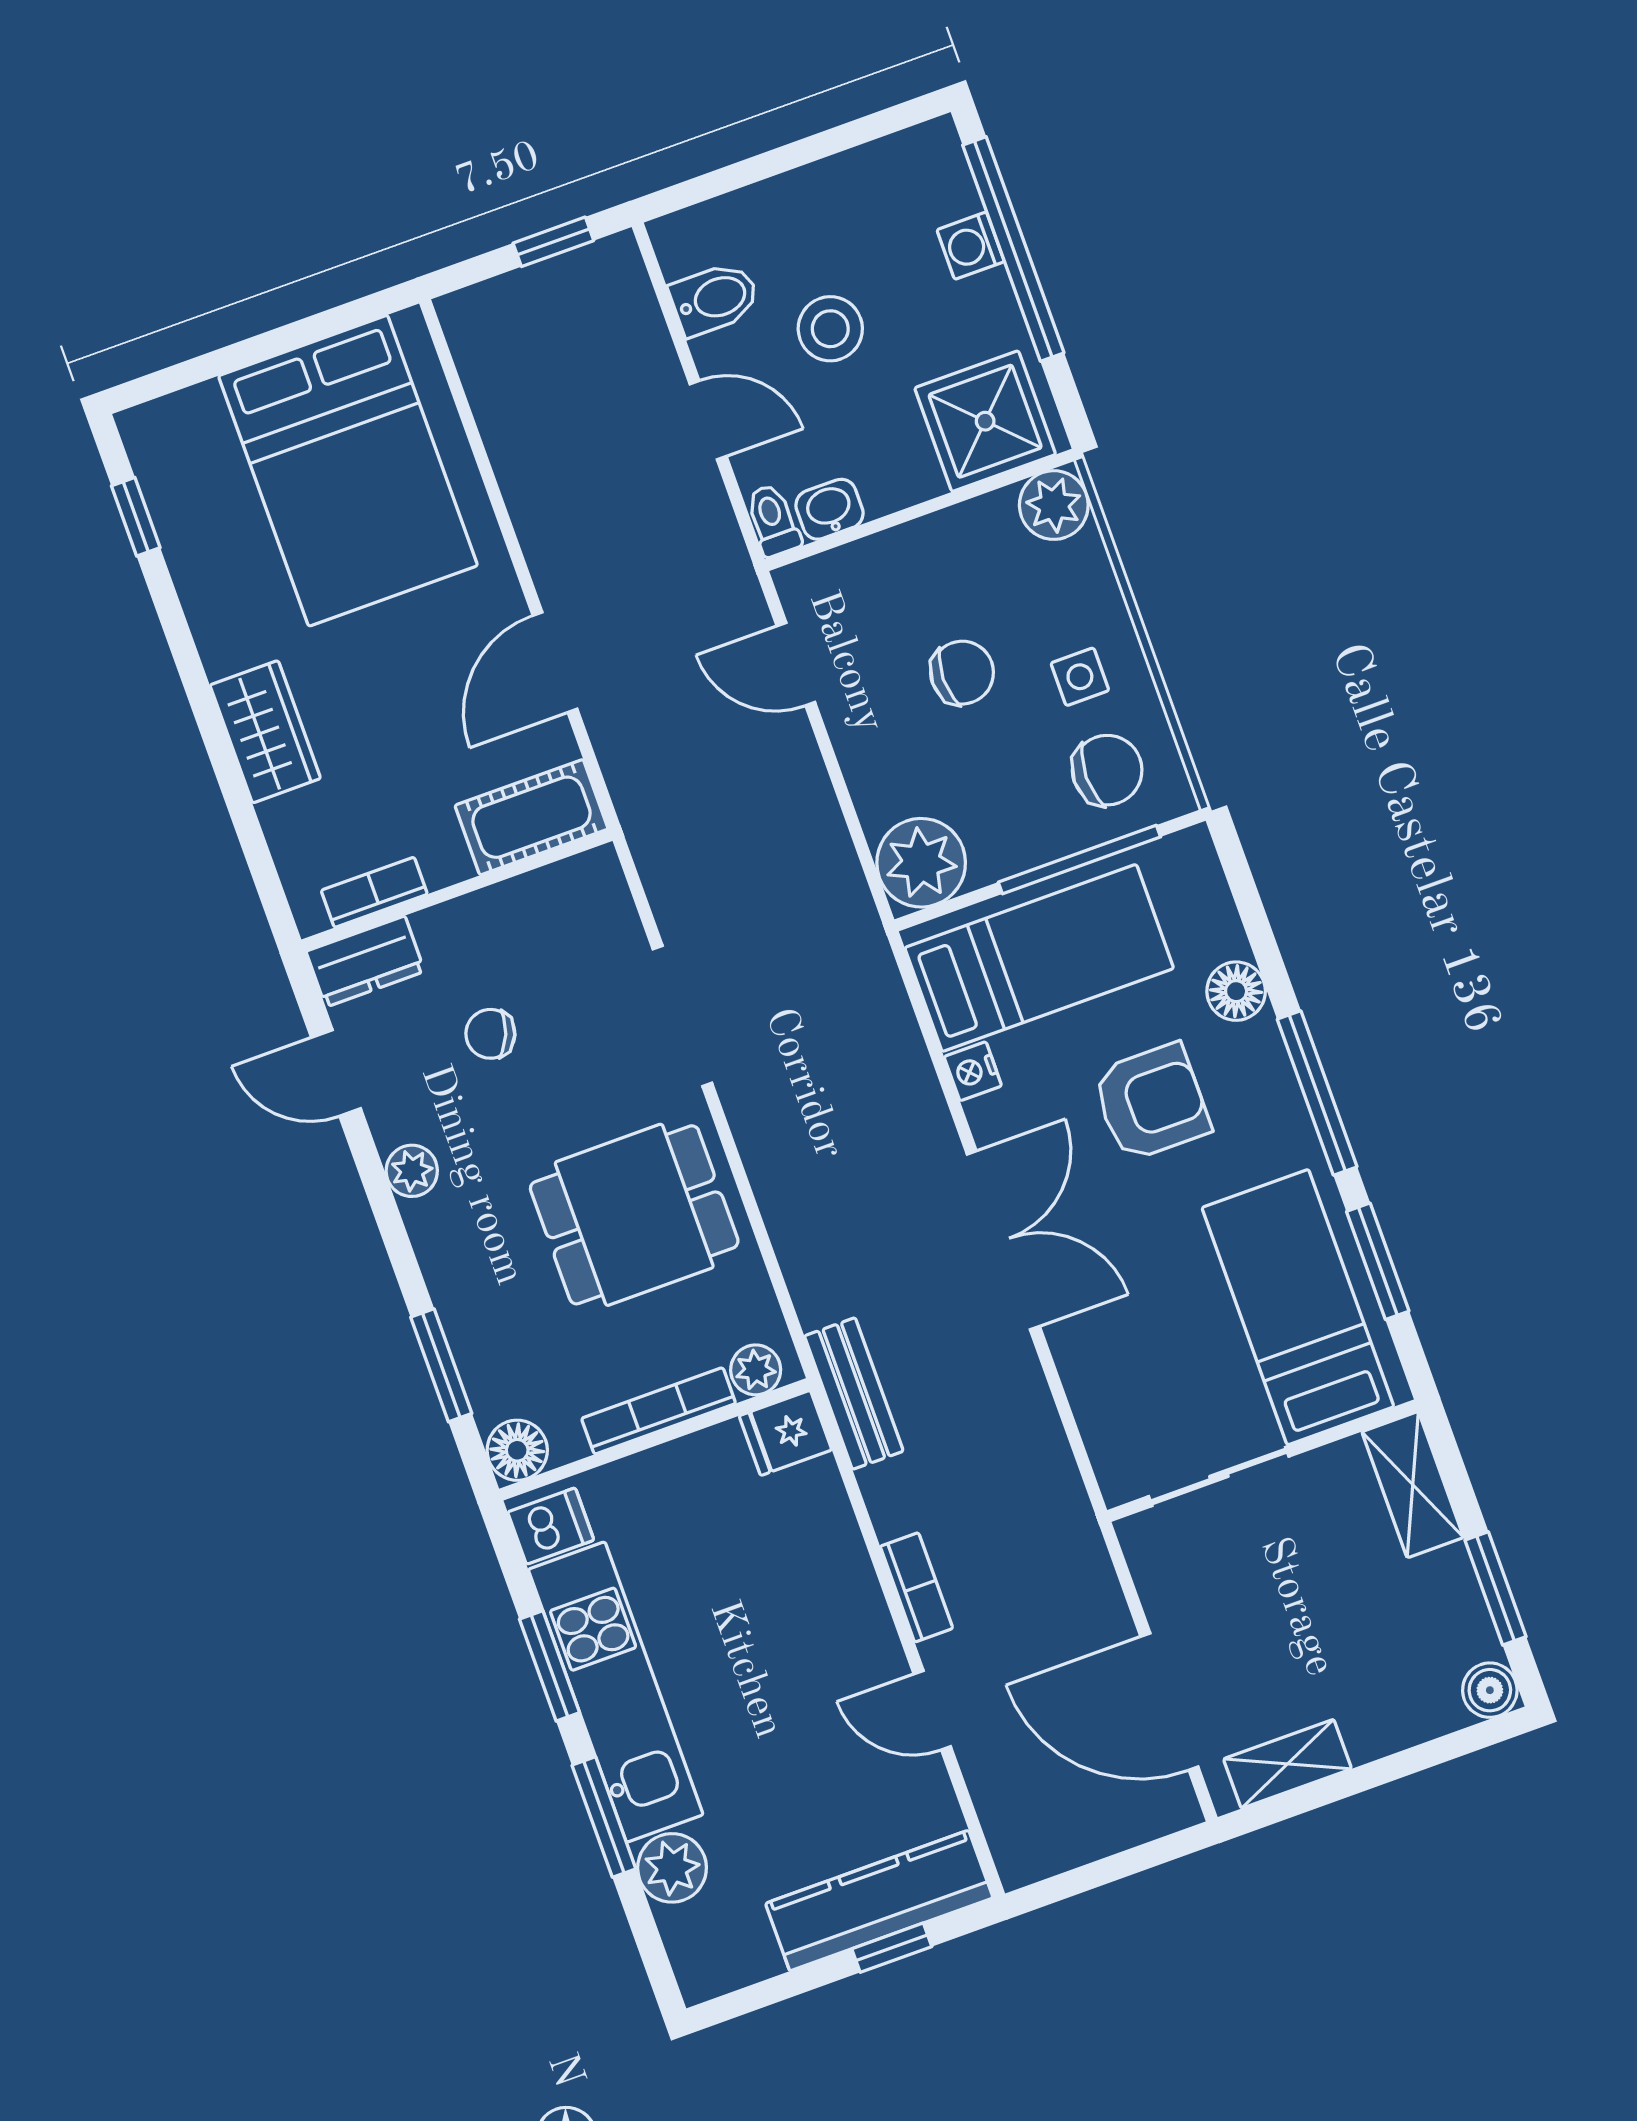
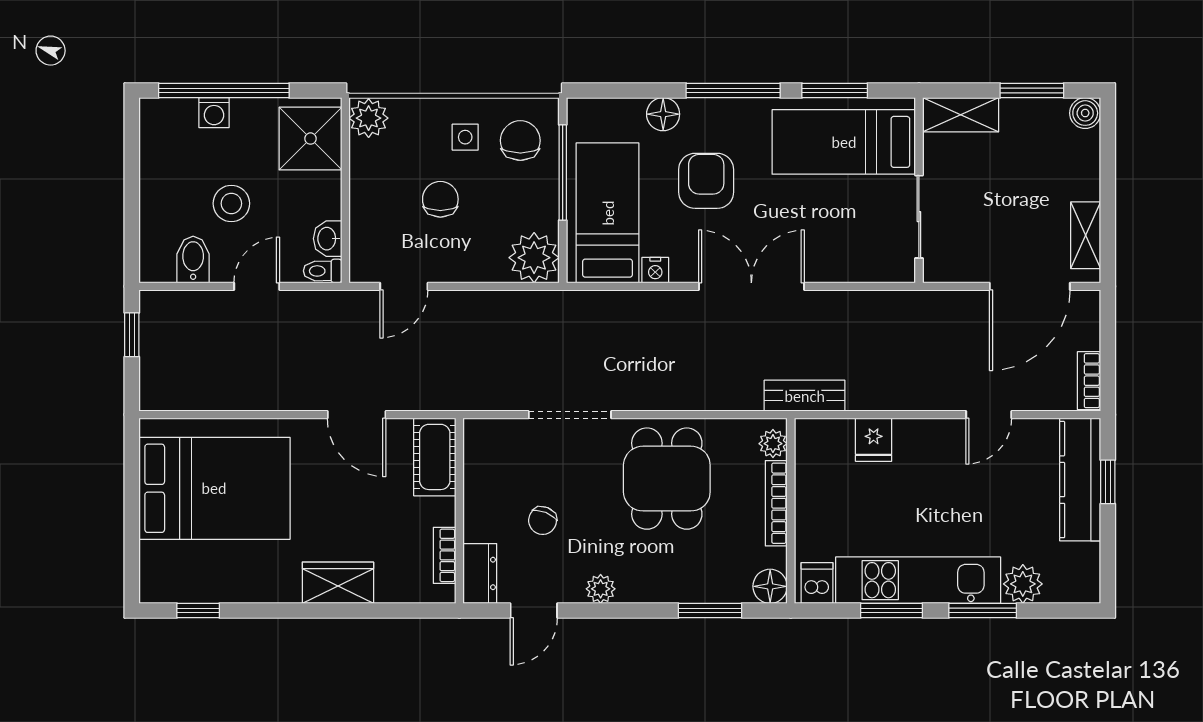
fridge: (785, 1433) -> (874, 440), moved
bookcase: (916, 1587) -> (1089, 381), moved, turned -90

